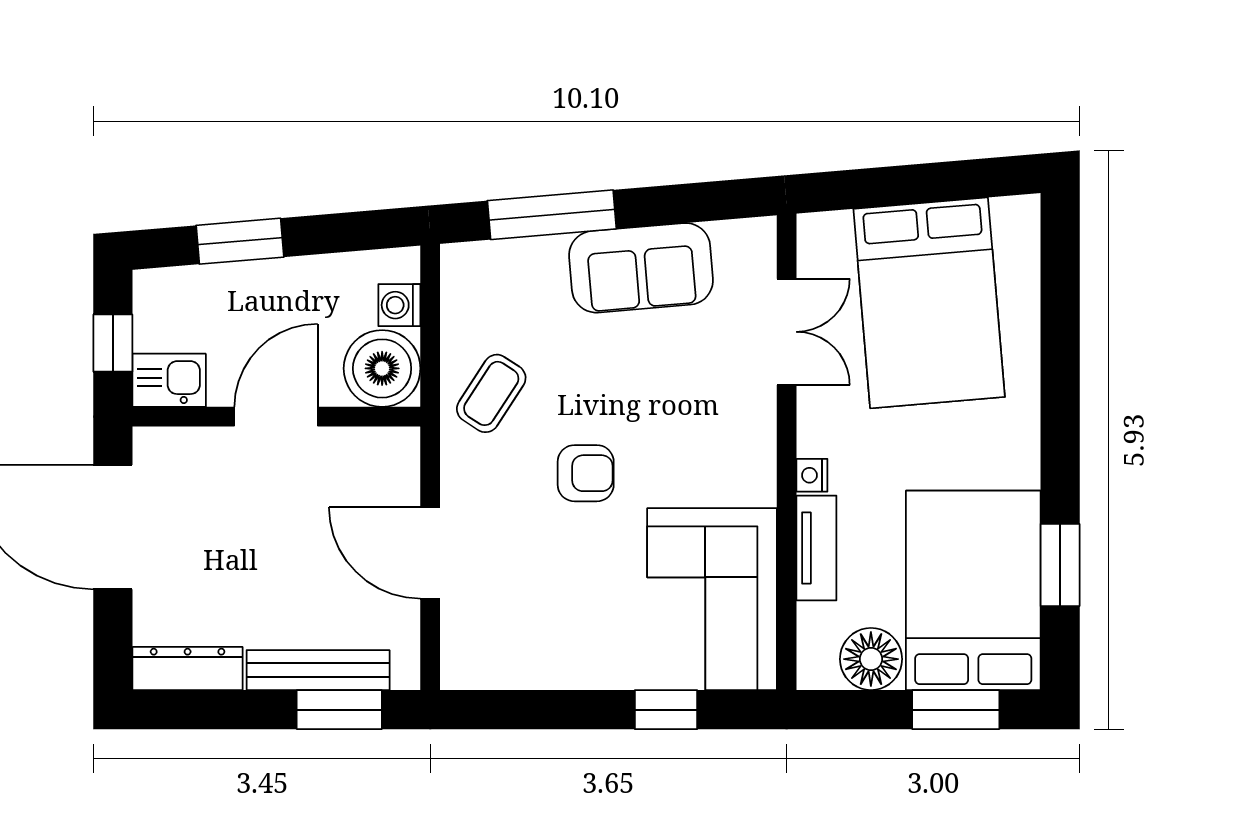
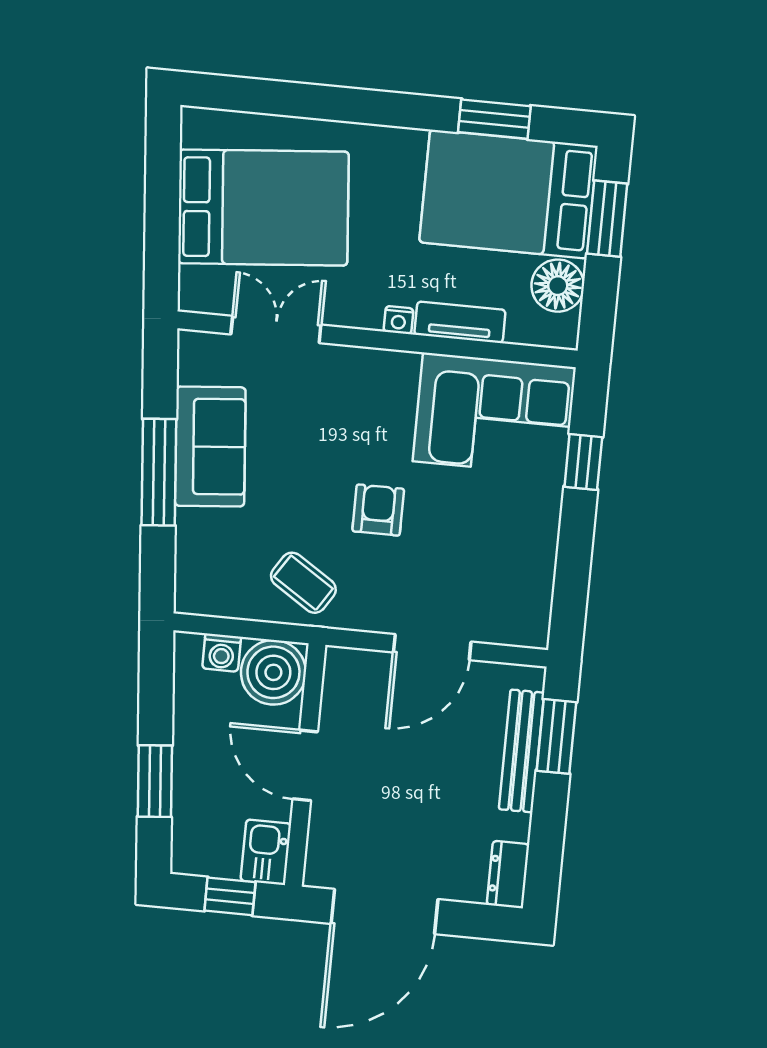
window: (552, 215) -> (159, 472), moved
dresser: (188, 668) -> (508, 875), width x0.70

